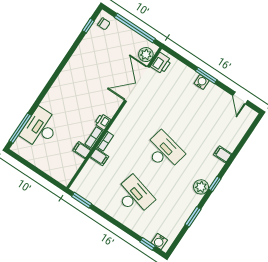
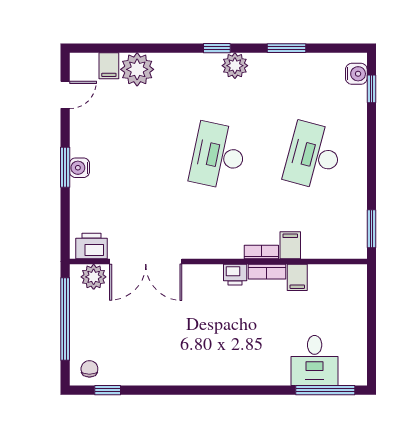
desk: (40, 128) -> (315, 361), width x0.73
plant: (230, 140) -> (137, 69), added
filing cabinet: (223, 154) -> (109, 66), moved

